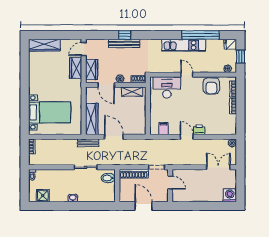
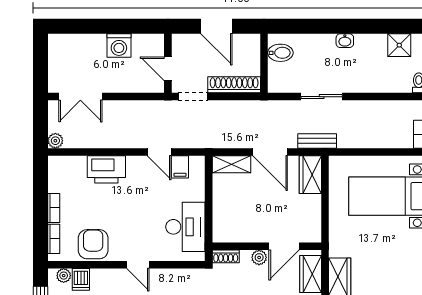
dishwasher: (218, 67) -> (81, 279), added
door: (106, 85) -> (284, 246), swing flipped
desk: (167, 87) -> (185, 227), moved, turned -90
shelving: (132, 92) -> (231, 164), moved
wardrobe: (92, 119) -> (310, 175), width x0.67
printer: (199, 130) -> (106, 169), width x1.87, depth x1.48
door: (187, 137) -> (159, 152), moved
bidet: (108, 178) -> (280, 53), moved
washing machine: (230, 195) -> (119, 46), moved

